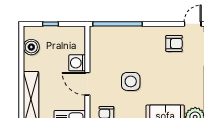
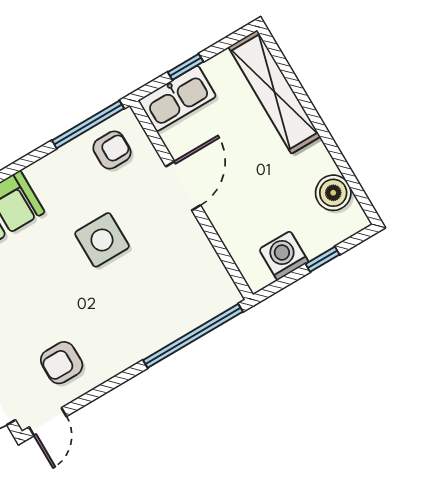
washing machine: (77, 63) -> (284, 256), moved, turned -90
door: (87, 84) -> (183, 186), hinge flipped

